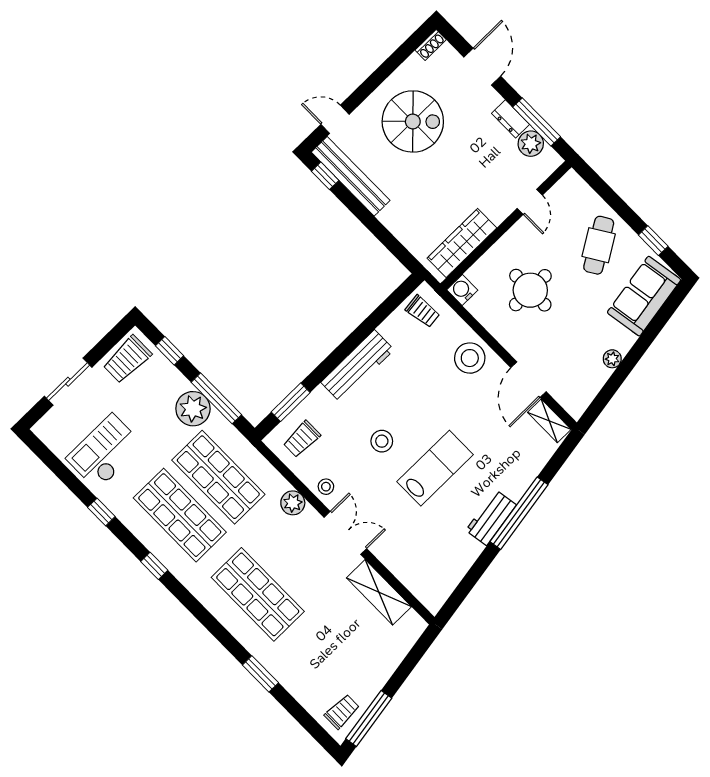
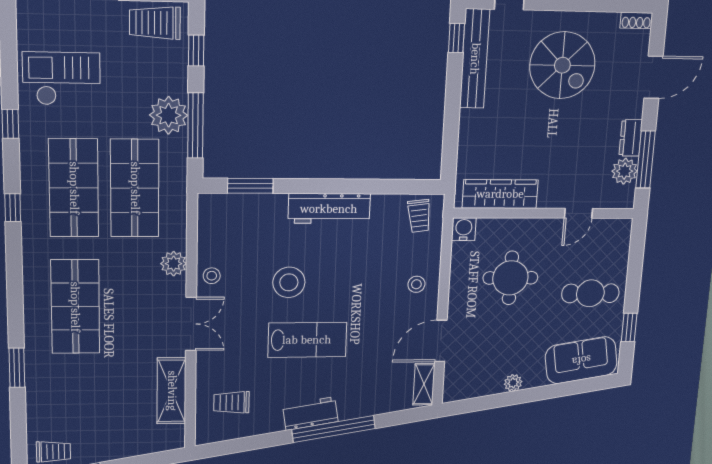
cafe table: (599, 245) -> (590, 293), turned 32
stool: (470, 358) -> (416, 284), width x0.53, depth x0.53
trolley: (302, 439) -> (231, 402), moved
stool: (382, 441) -> (289, 282), width x1.38, depth x1.38

